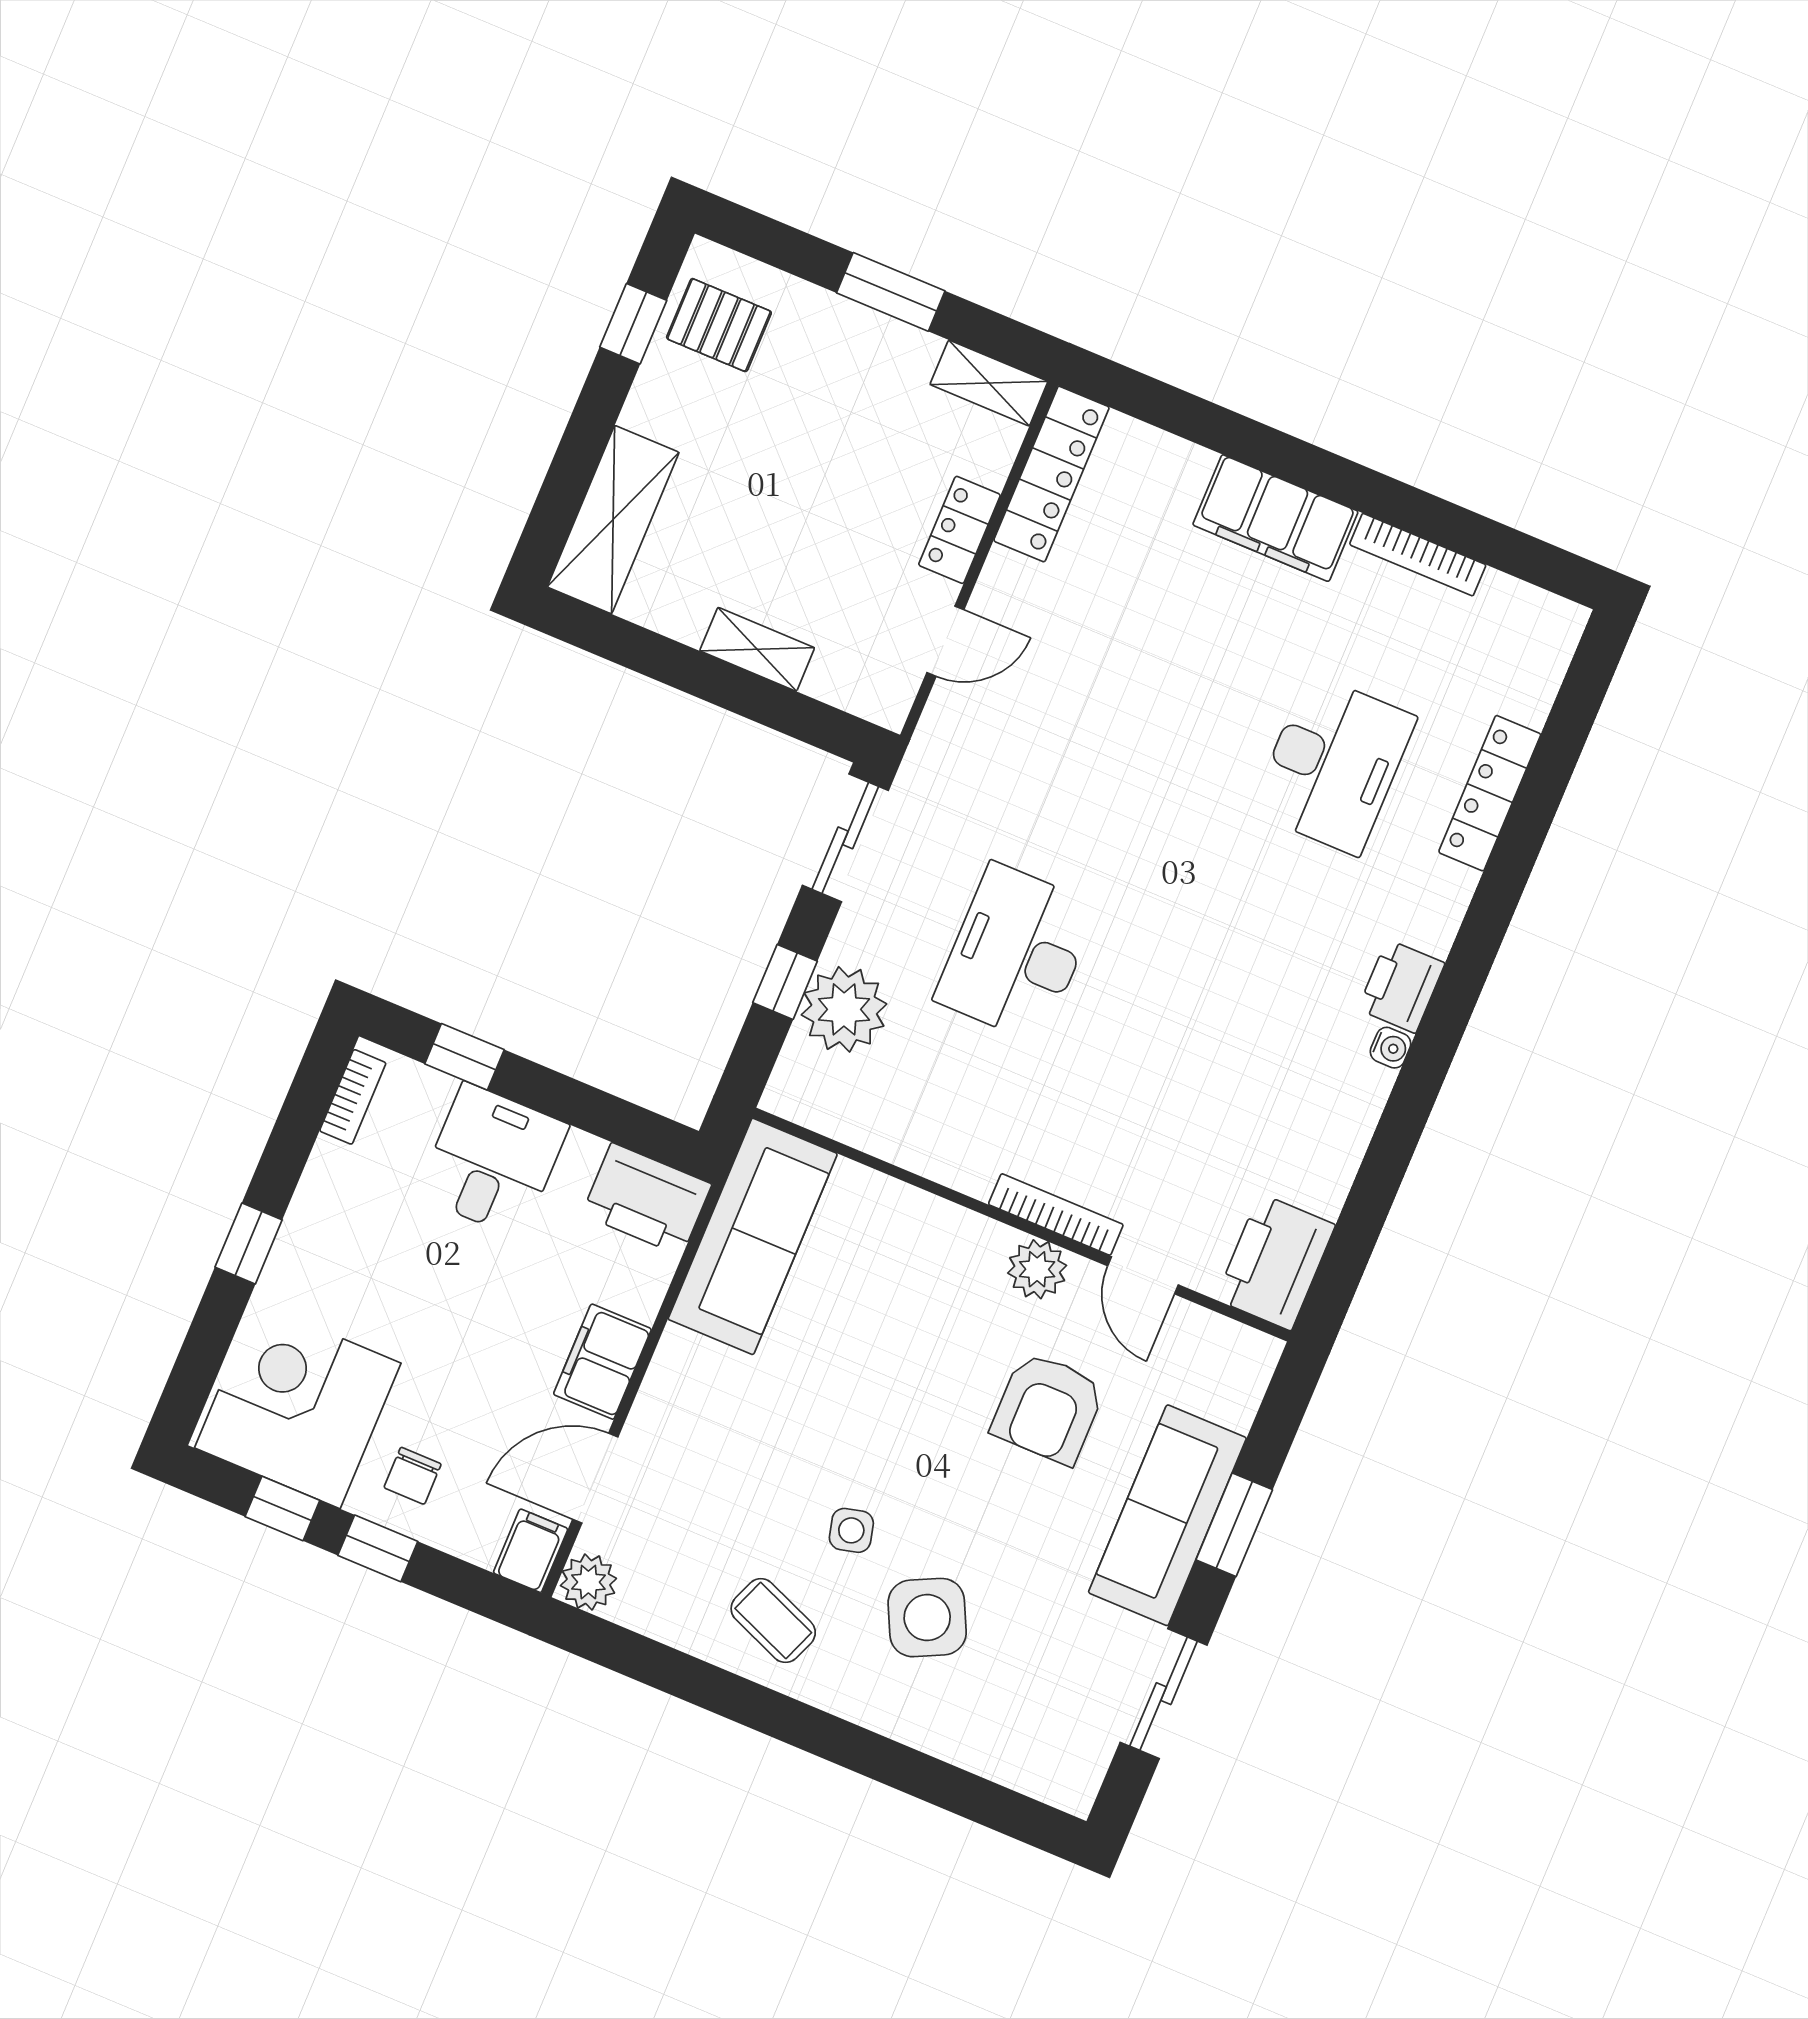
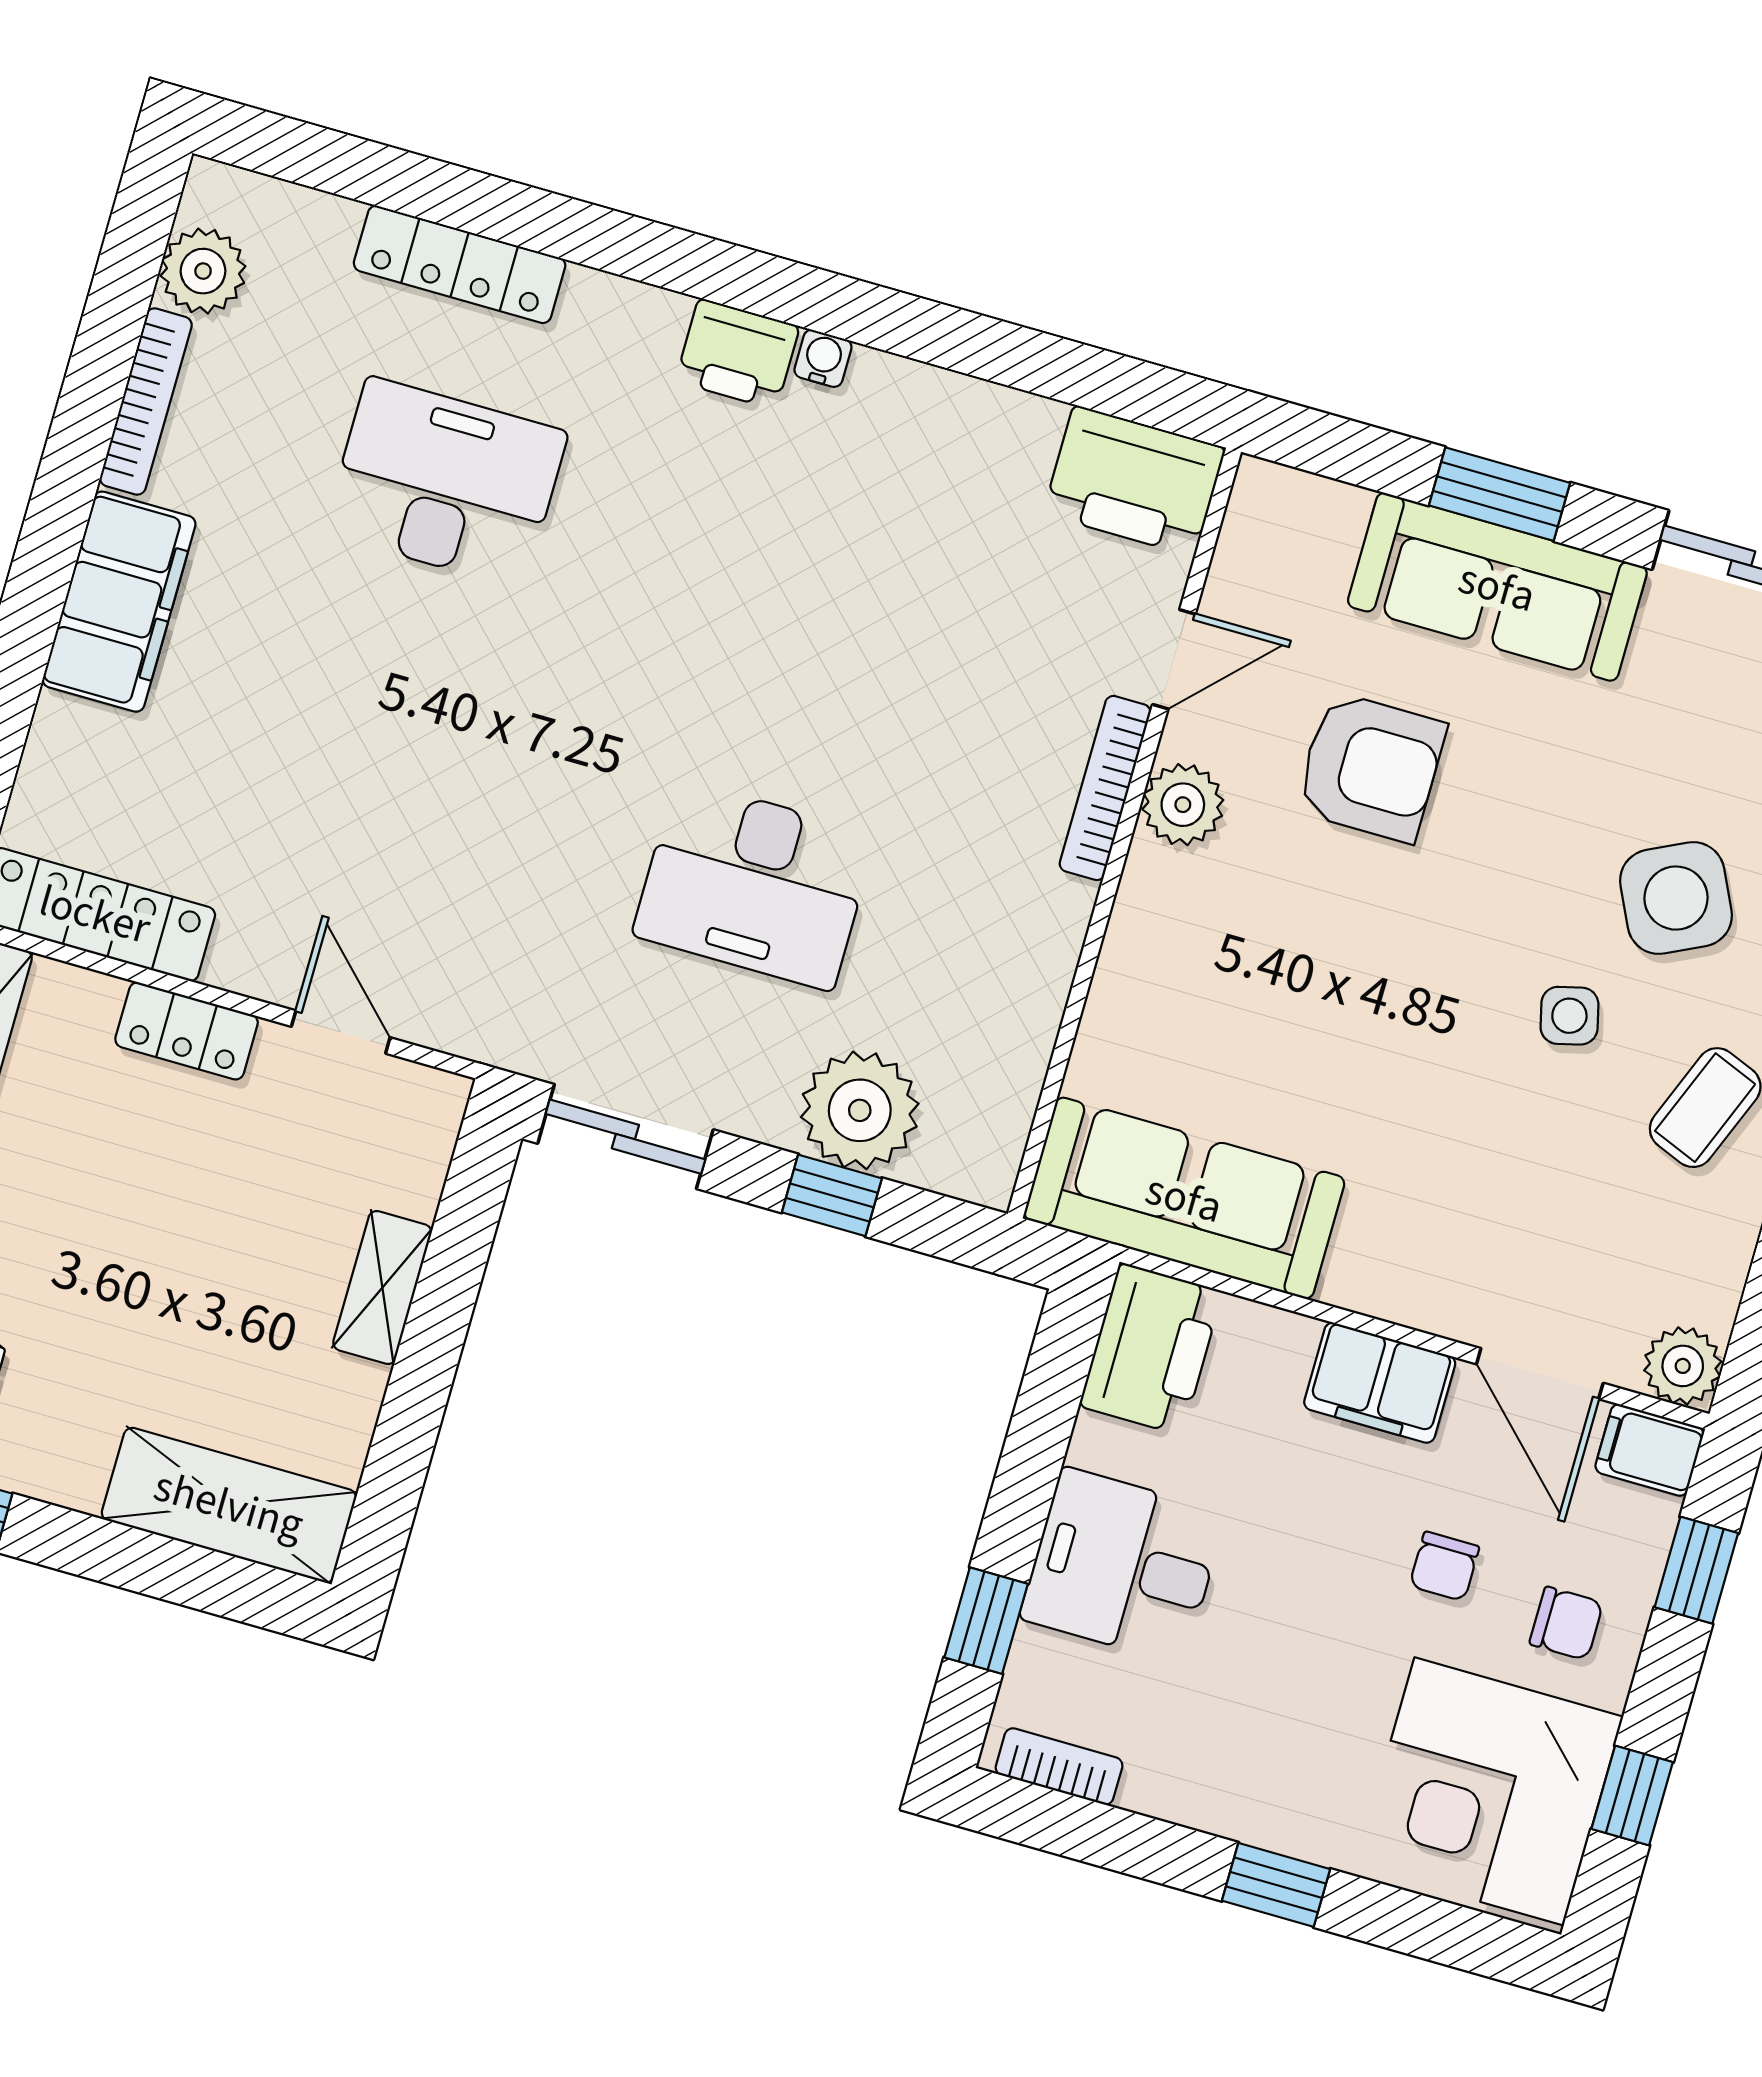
plant: (1507, 607) -> (203, 271), added
chair: (464, 1393) -> (1444, 1566), added
window: (378, 1548) -> (1696, 1570), moved

